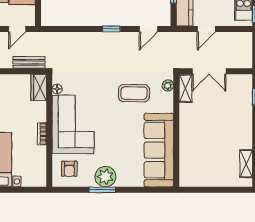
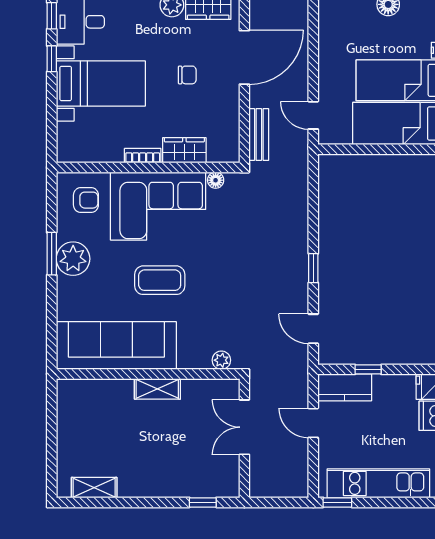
wardrobe: (39, 87) -> (184, 150), moved
shelving: (185, 88) -> (157, 389), moved
coffee table: (134, 93) -> (160, 280), moved, turned 90
armchair: (69, 169) -> (86, 200), turned 180

